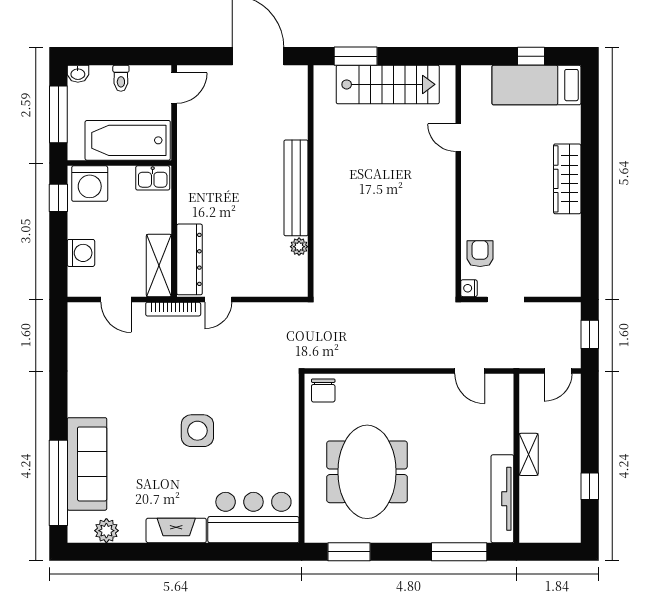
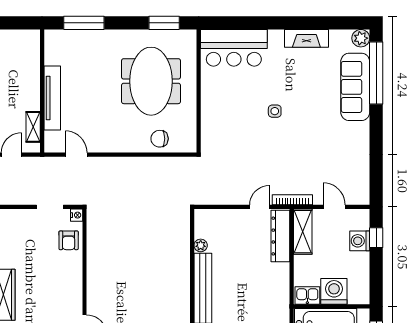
washing machine: (90, 184) -> (334, 291), moved
window: (58, 198) -> (376, 238), moved
chair: (323, 390) -> (160, 139), moved, turned -90
side table: (197, 431) -> (275, 111), width x0.54, depth x0.54
shelving: (529, 454) -> (33, 127), moved
tv unit: (502, 499) -> (52, 98), moved
fireplace: (176, 530) -> (306, 38), moved
plant: (106, 531) -> (361, 38), moved

